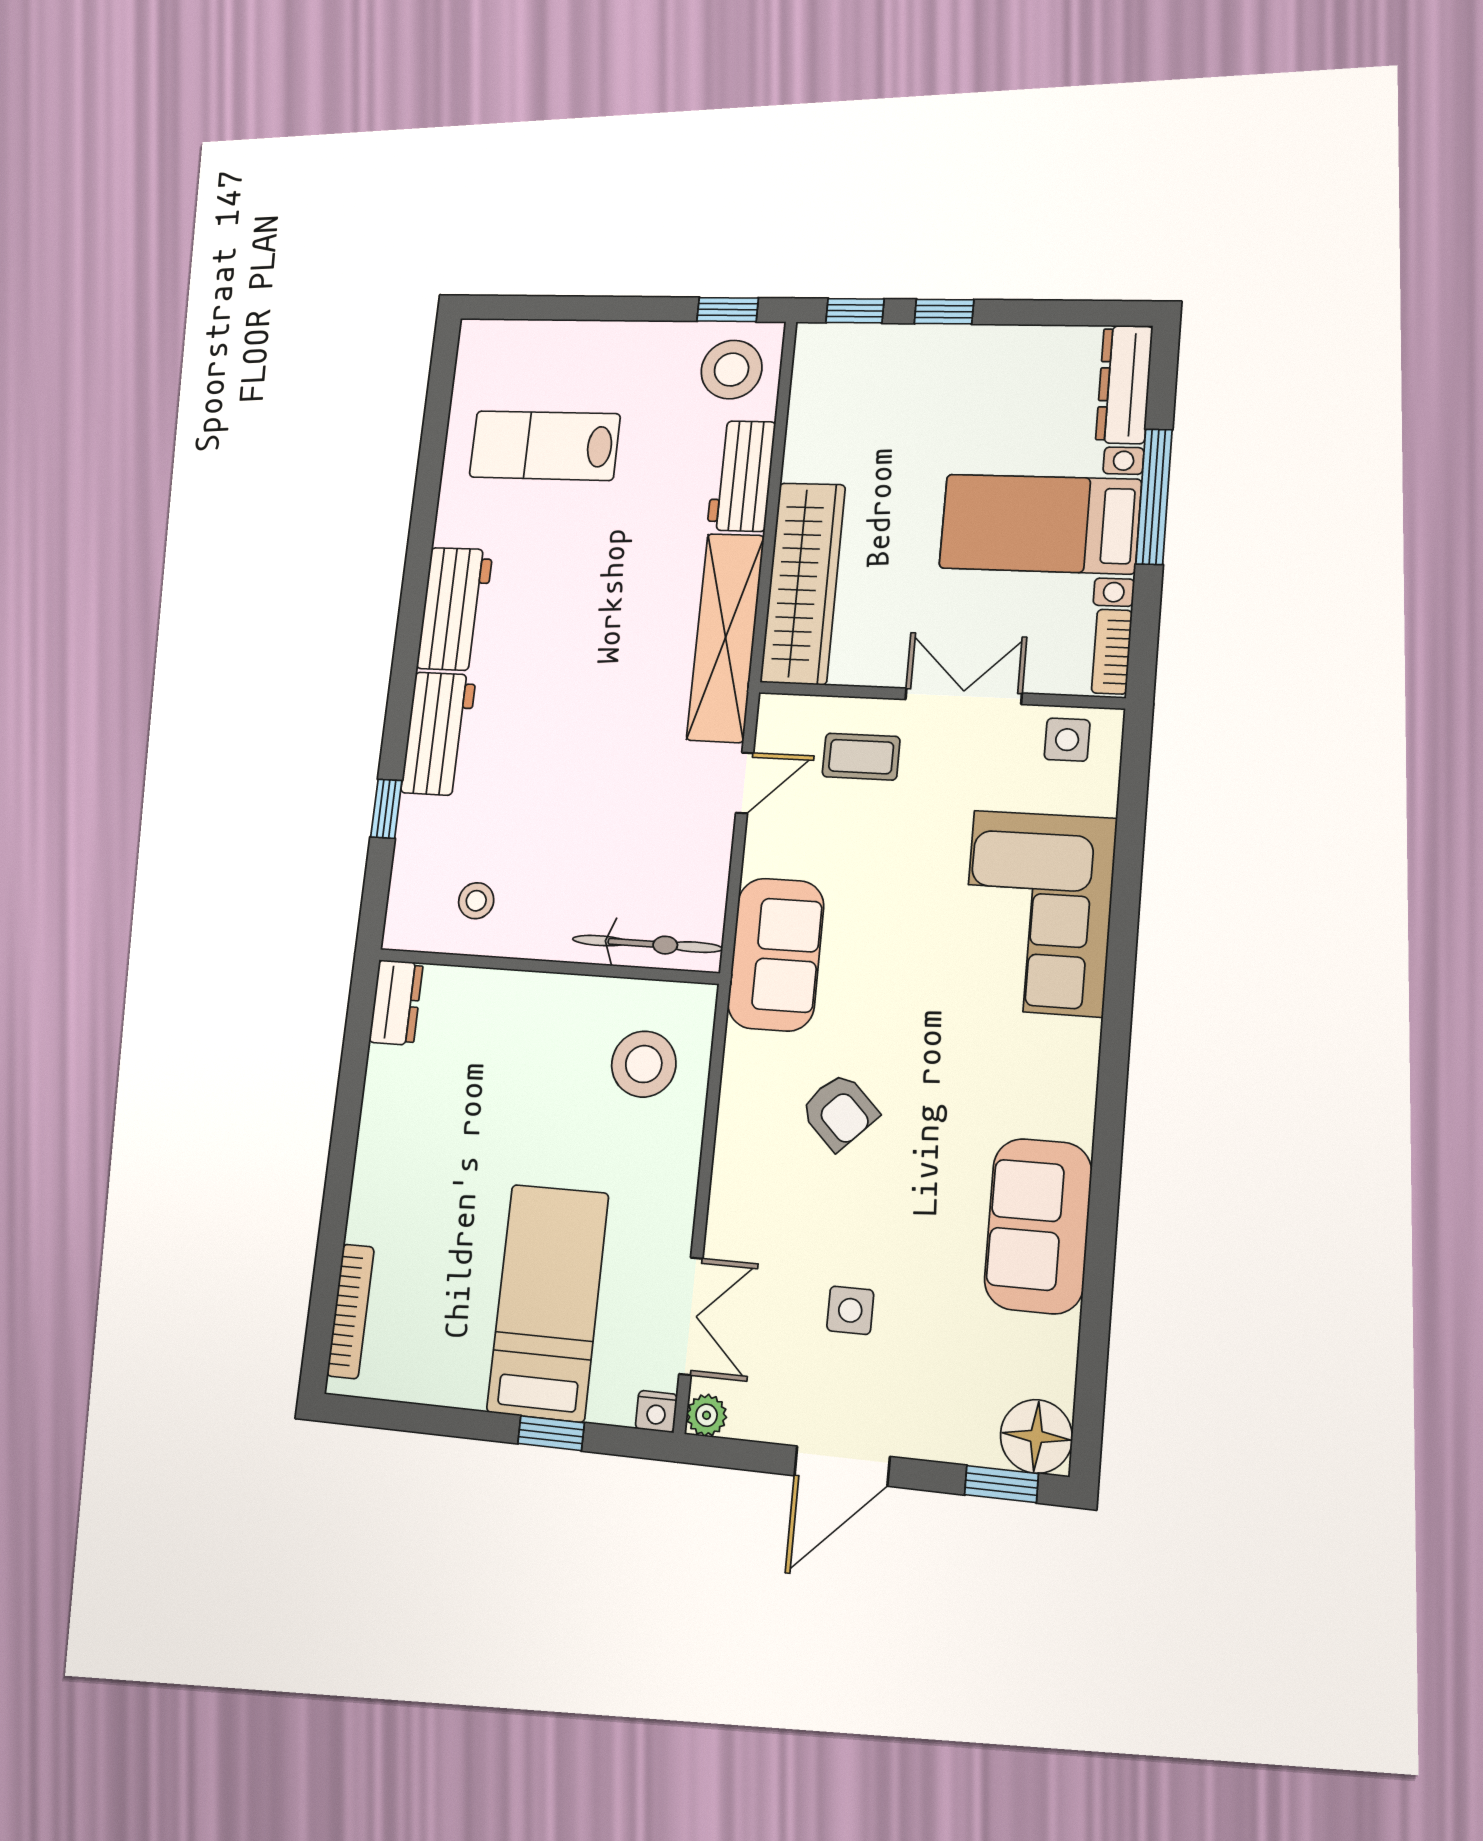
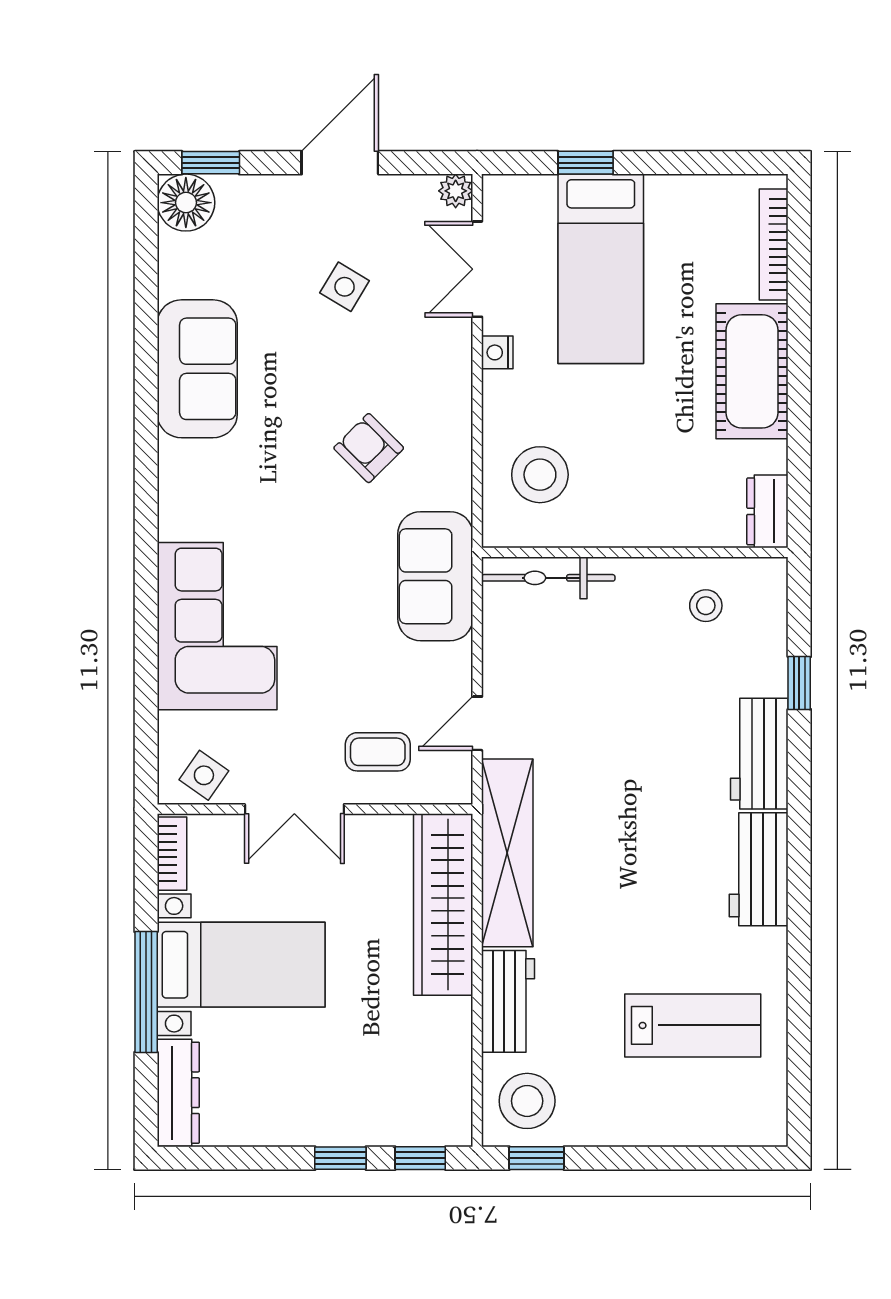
side table: (1067, 740) -> (204, 775), turned 35
cot: (393, 1165) -> (752, 371), added
side table: (850, 1310) -> (345, 287), turned 31
nightstand: (656, 1411) -> (497, 352), moved, turned -90

